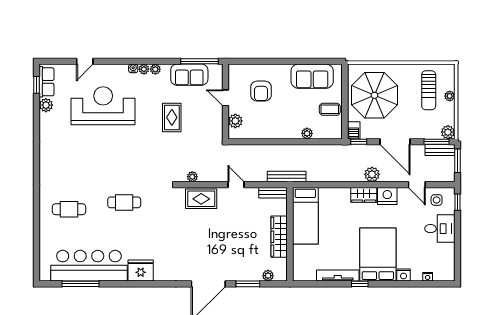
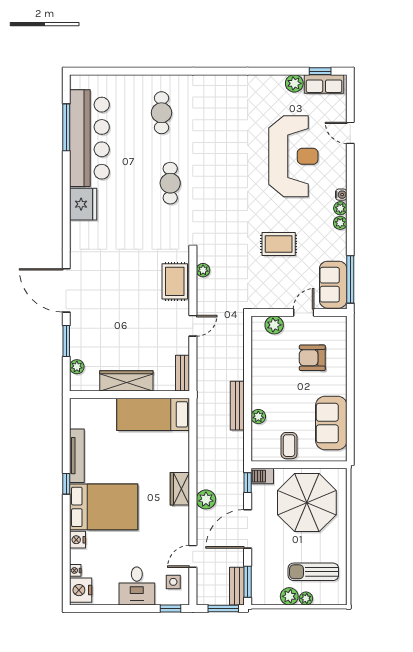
sofa: (189, 75) -> (333, 285), moved
plant: (448, 132) -> (289, 596), moved
bench: (287, 177) -> (237, 406), moved
nightstand: (387, 196) -> (81, 590), moved, turned 180

